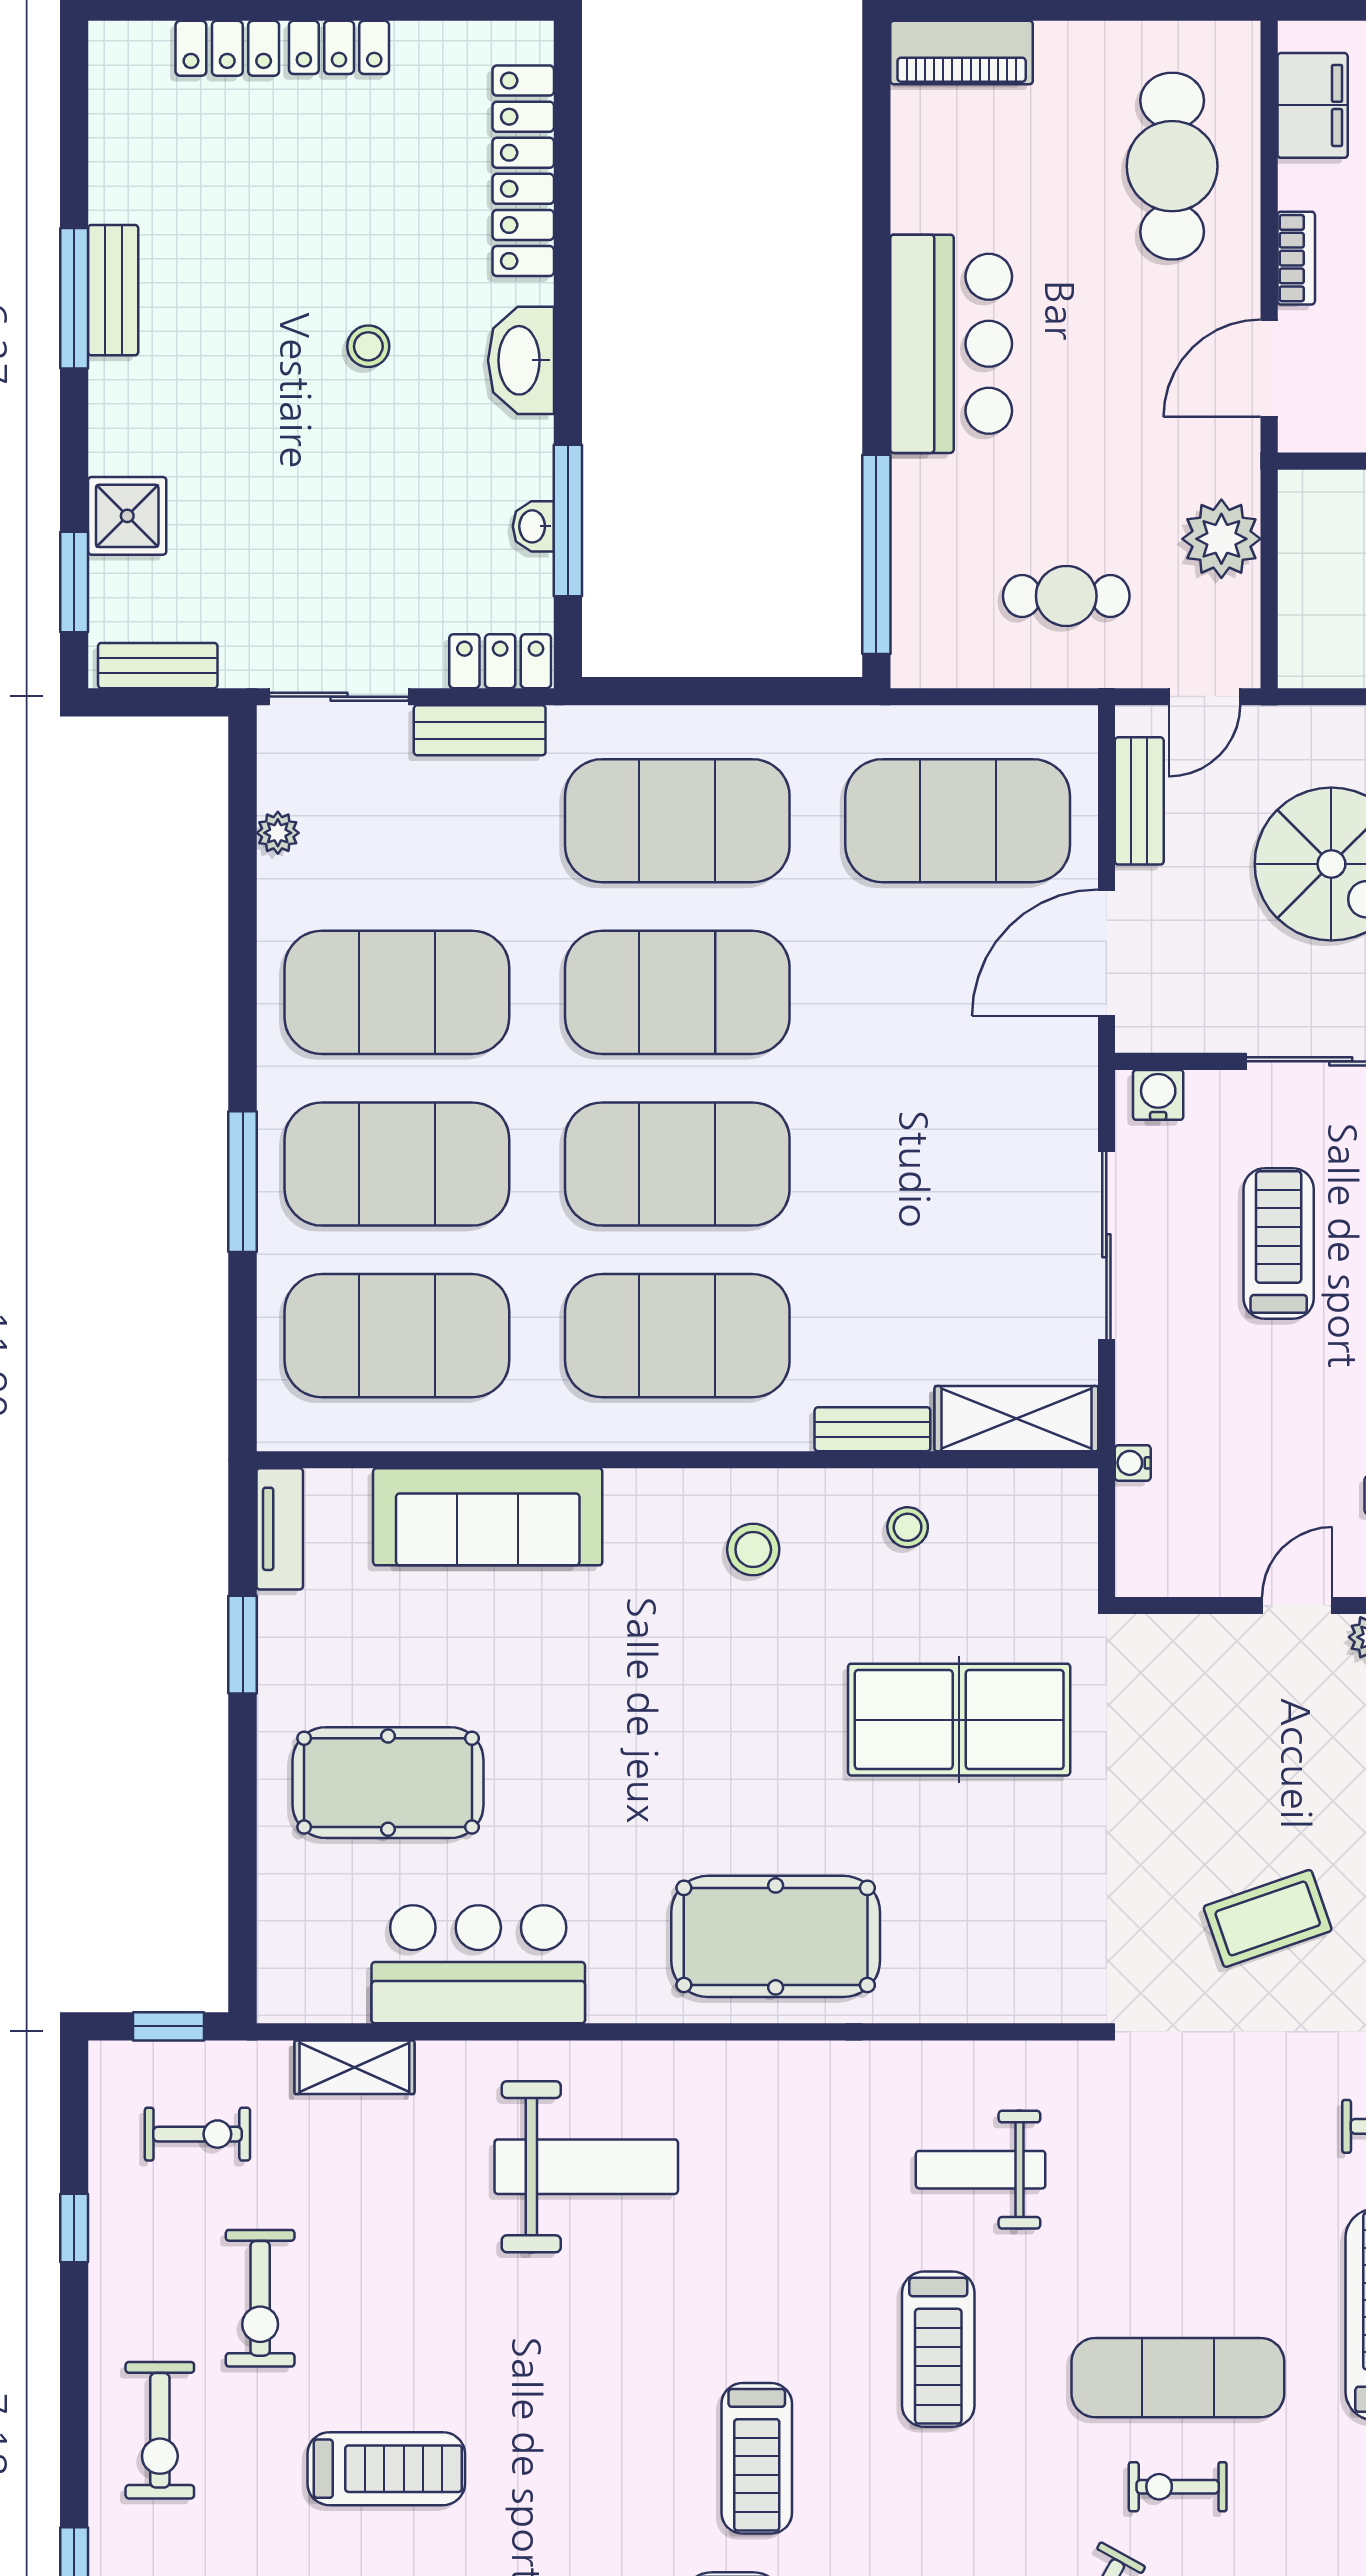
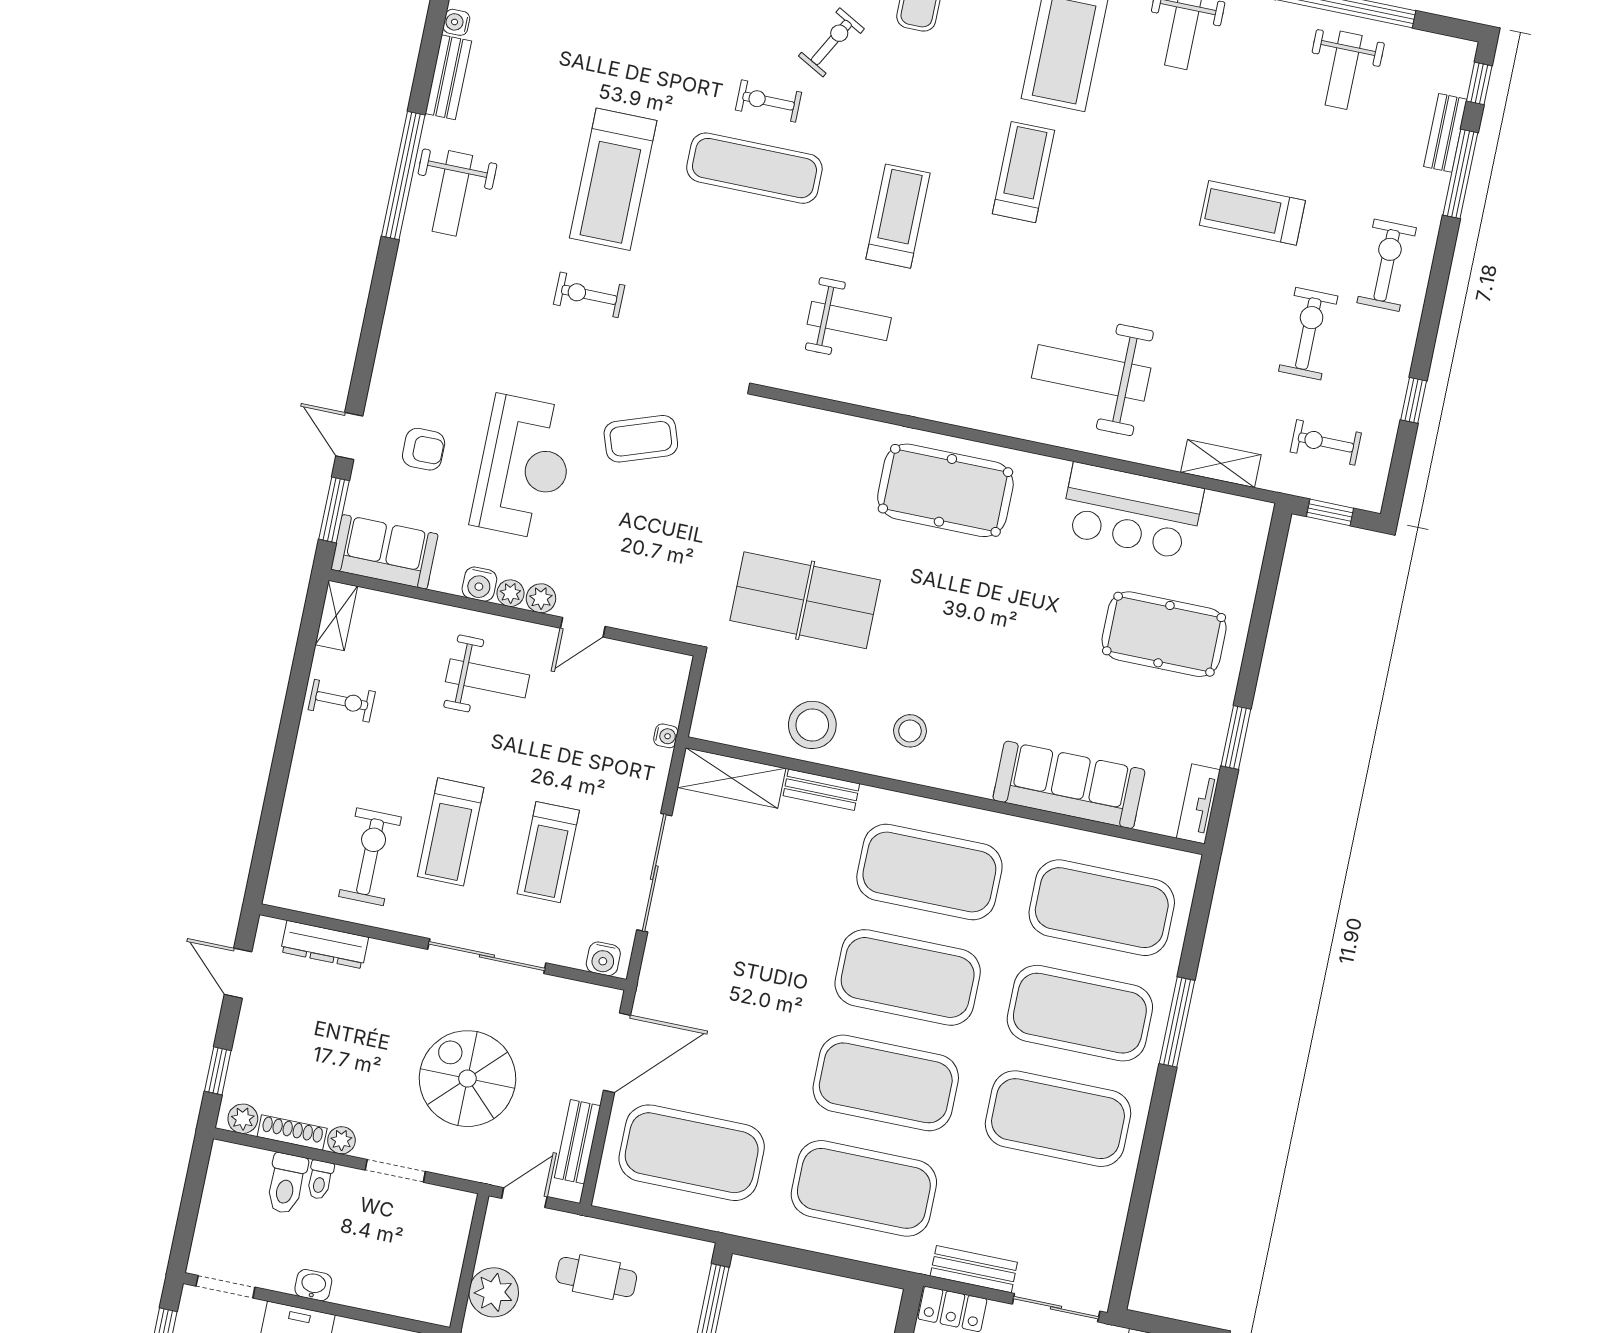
plant: (278, 833) -> (1111, 1232), removed
stool: (908, 1527) -> (812, 725), width x1.89, depth x1.89
exercise bike: (1178, 2487) -> (768, 101), turned 180

